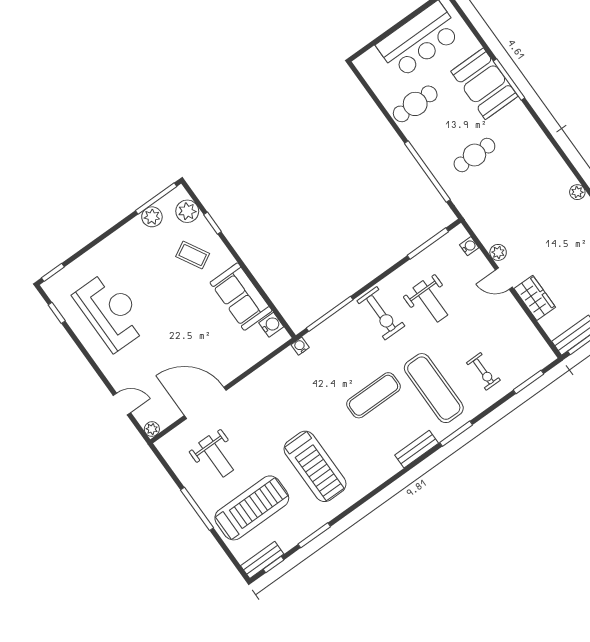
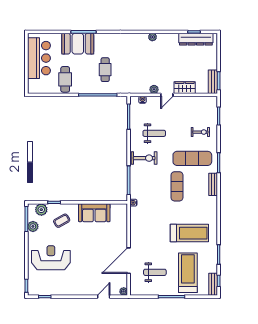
reception desk: (111, 311) -> (51, 258), moved
water cooler: (271, 325) -> (116, 208), removed

